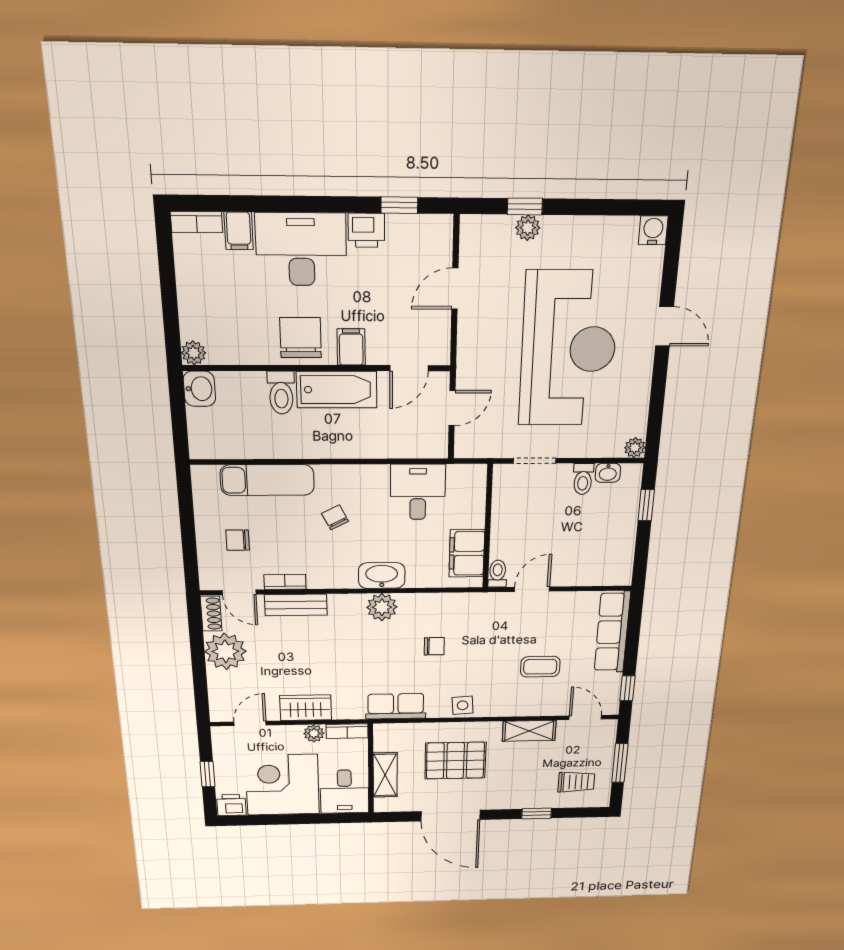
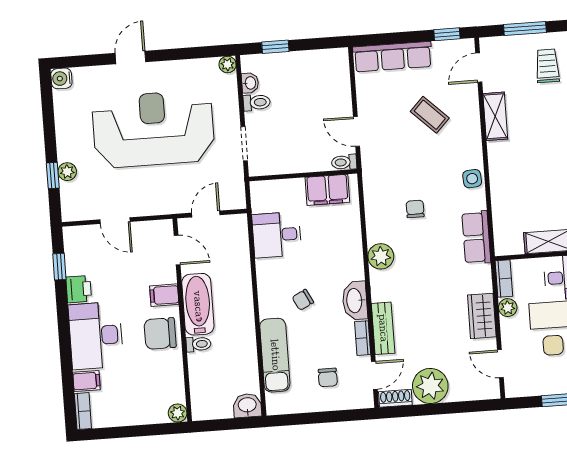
washbasin: (199, 389) -> (247, 405), moved
toilet: (281, 393) -> (198, 344), width x0.73, depth x0.72
door: (452, 408) -> (206, 214), hinge flipped
washbasin: (382, 576) -> (355, 301), moved
coffee table: (540, 667) -> (430, 115), turned -46
pallet: (455, 761) -> (530, 179), removed

